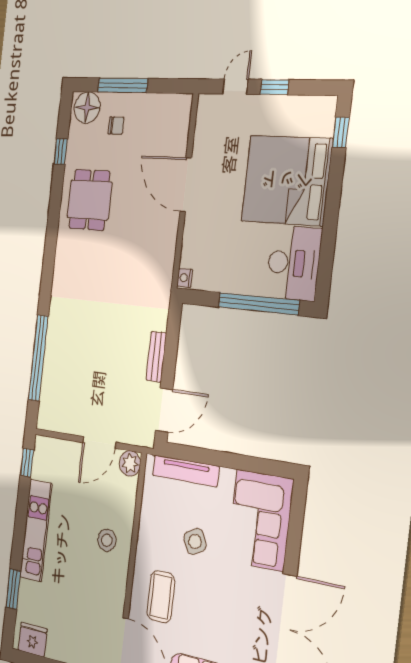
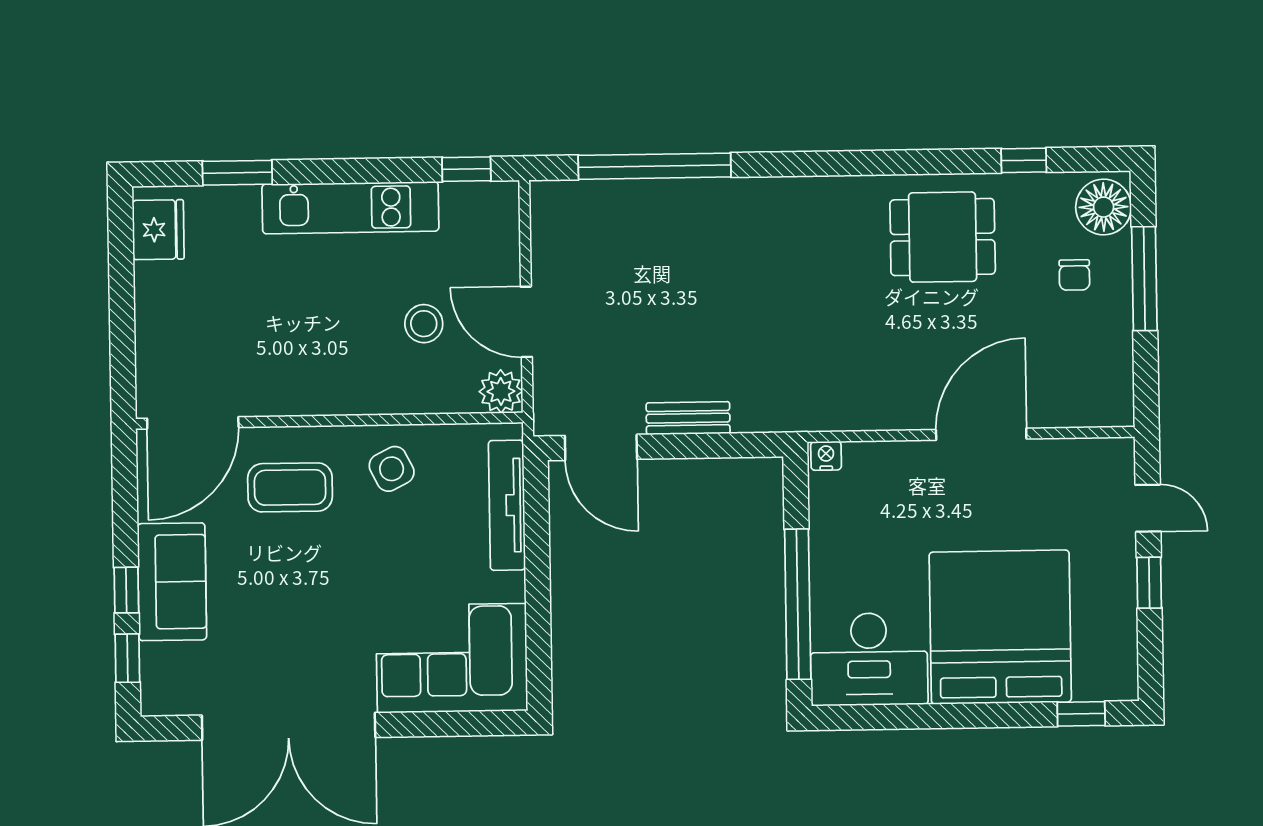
stool: (107, 540) -> (424, 324), moved
side table: (195, 542) -> (392, 469), moved

